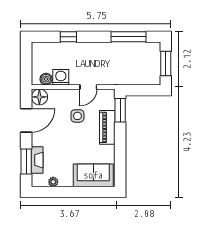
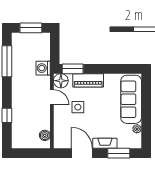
washing machine: (61, 77) -> (43, 68), moved
floor lamp: (39, 97) -> (61, 81), moved
fireplace: (37, 160) -> (105, 143), moved
sofa: (93, 175) -> (131, 99), width x1.36

